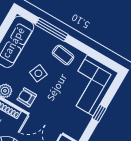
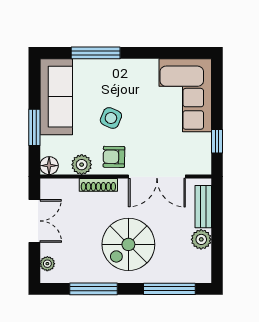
coffee table: (63, 55) -> (129, 77), removed
window: (99, 113) -> (217, 141), moved

